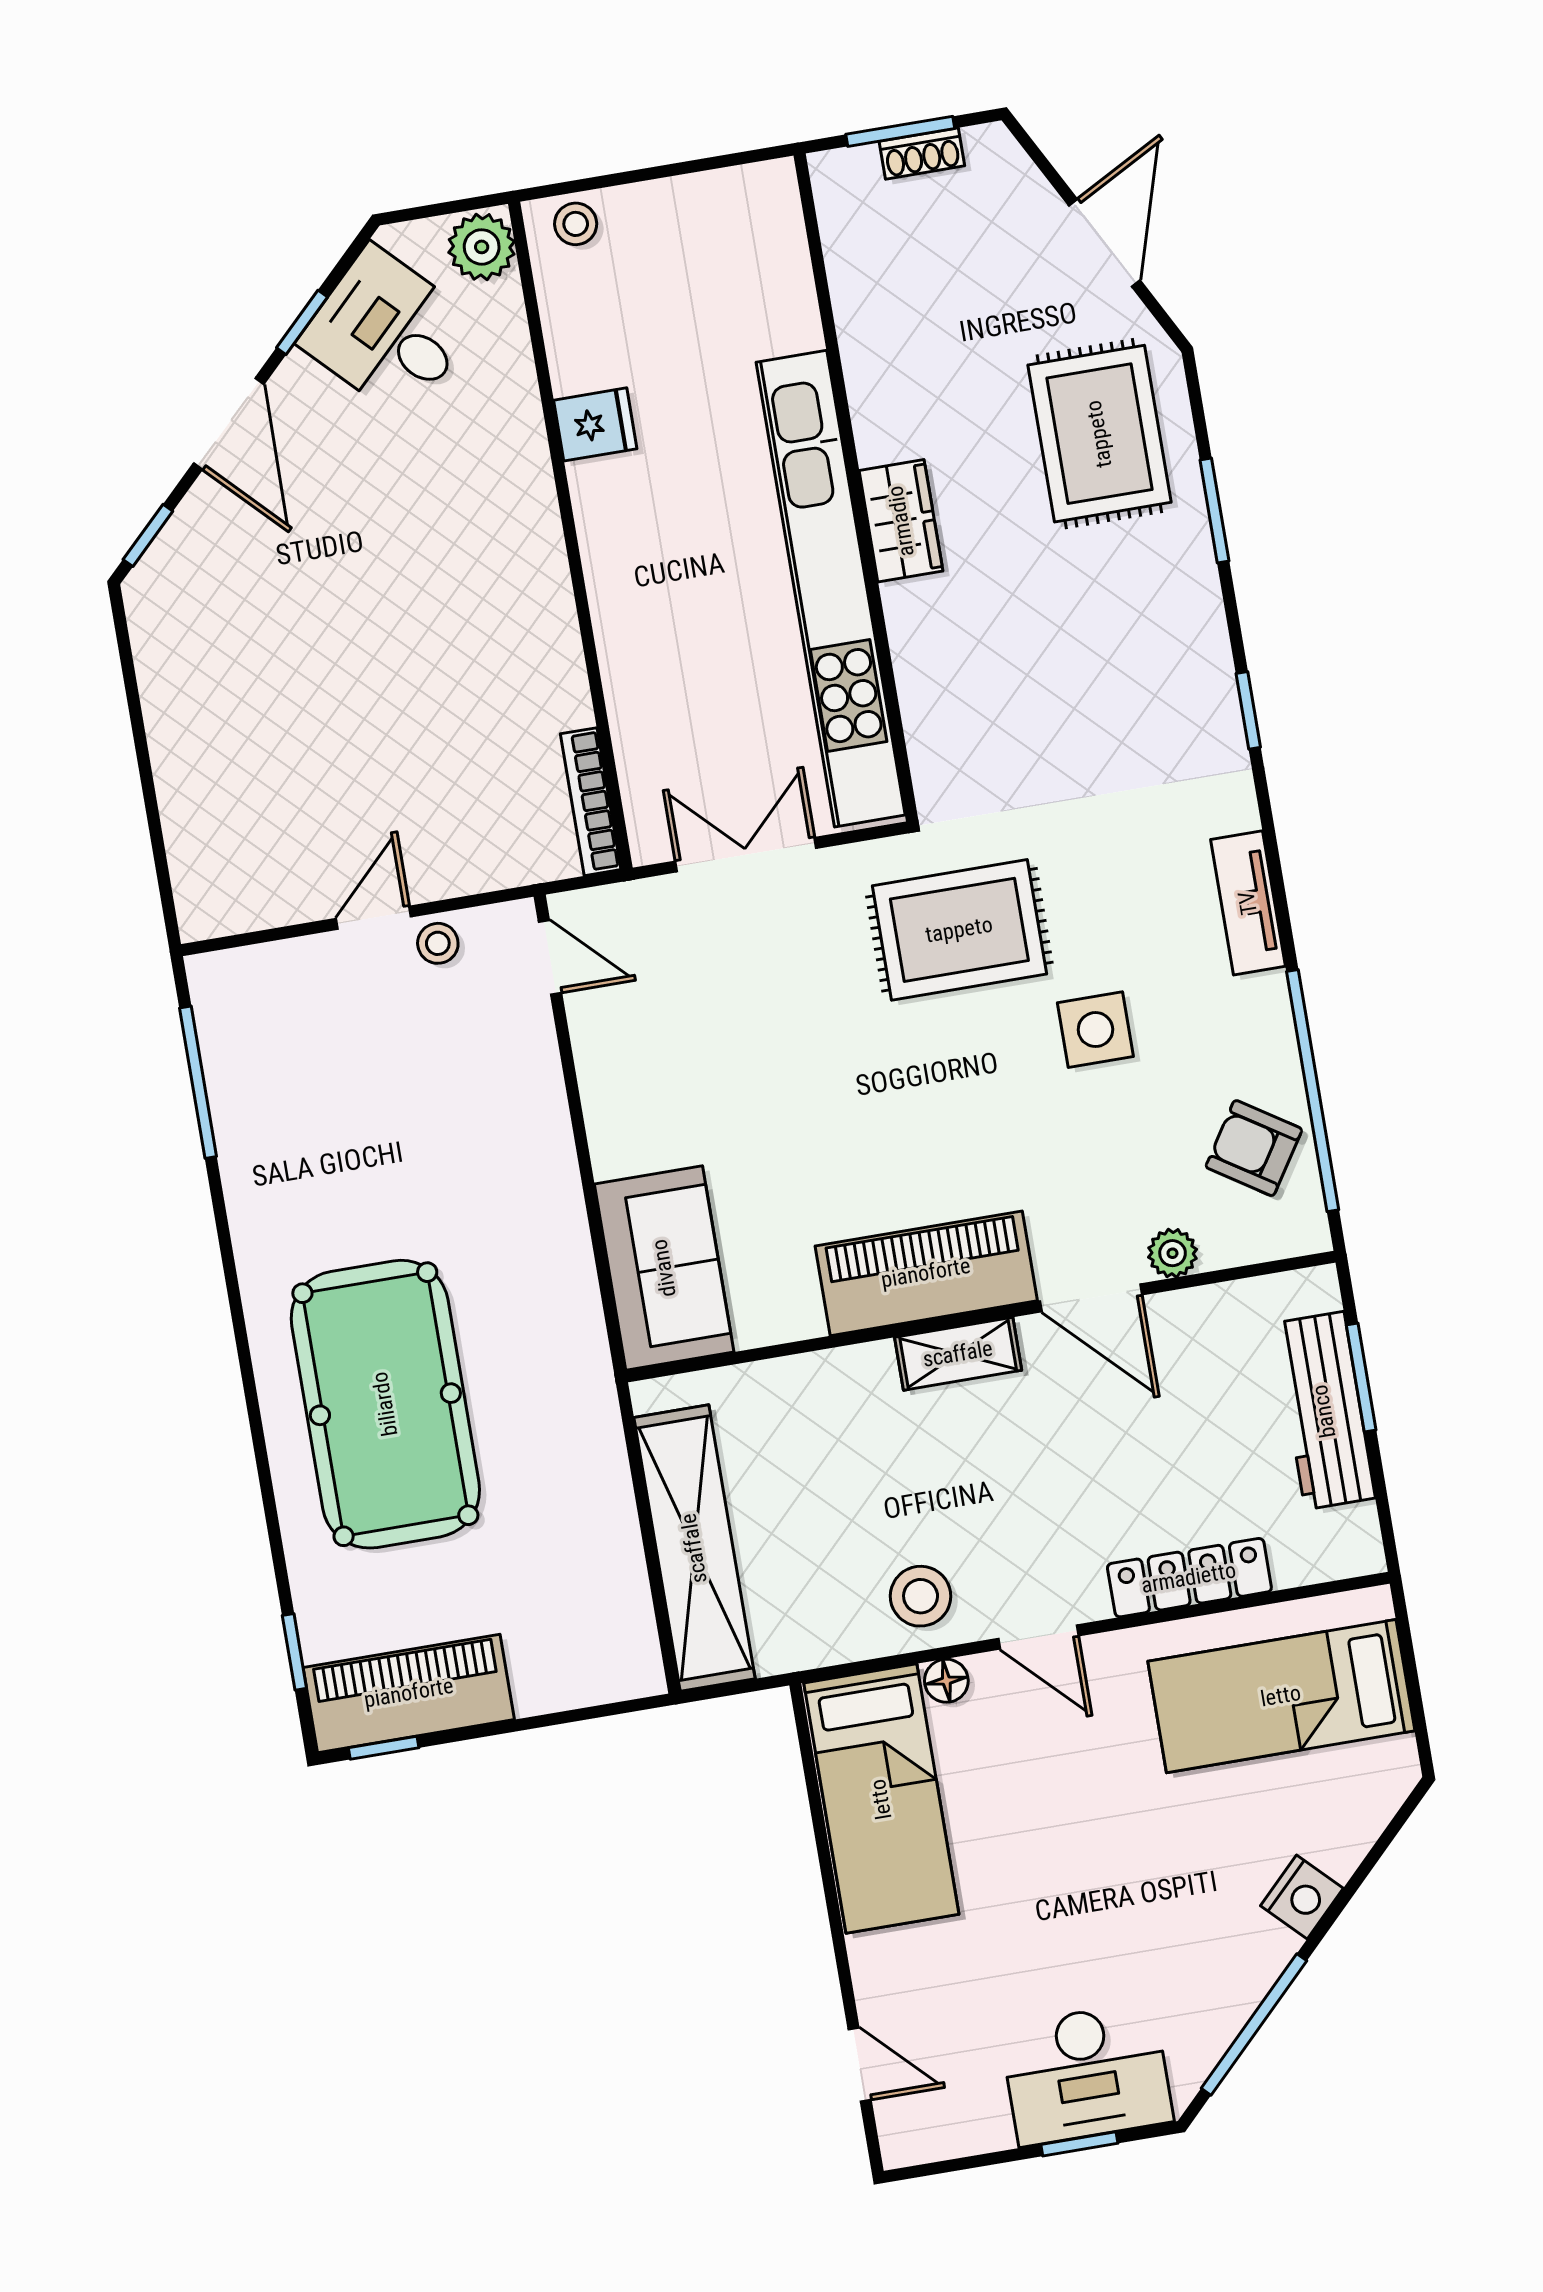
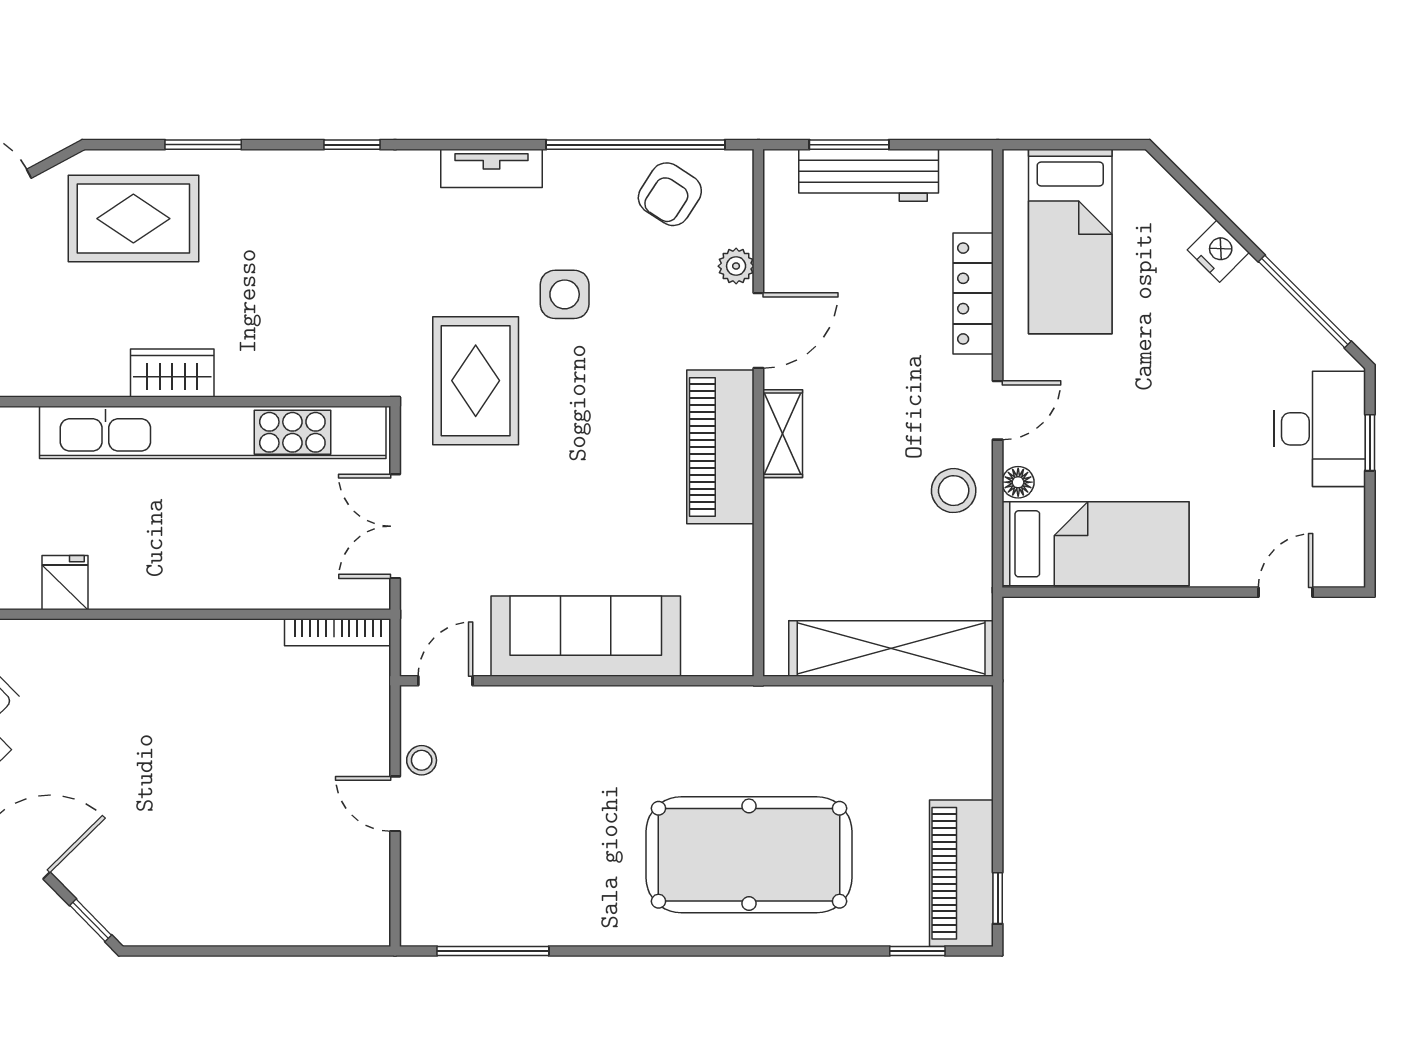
sofa: (664, 1268) -> (586, 636), moved, width x1.36

